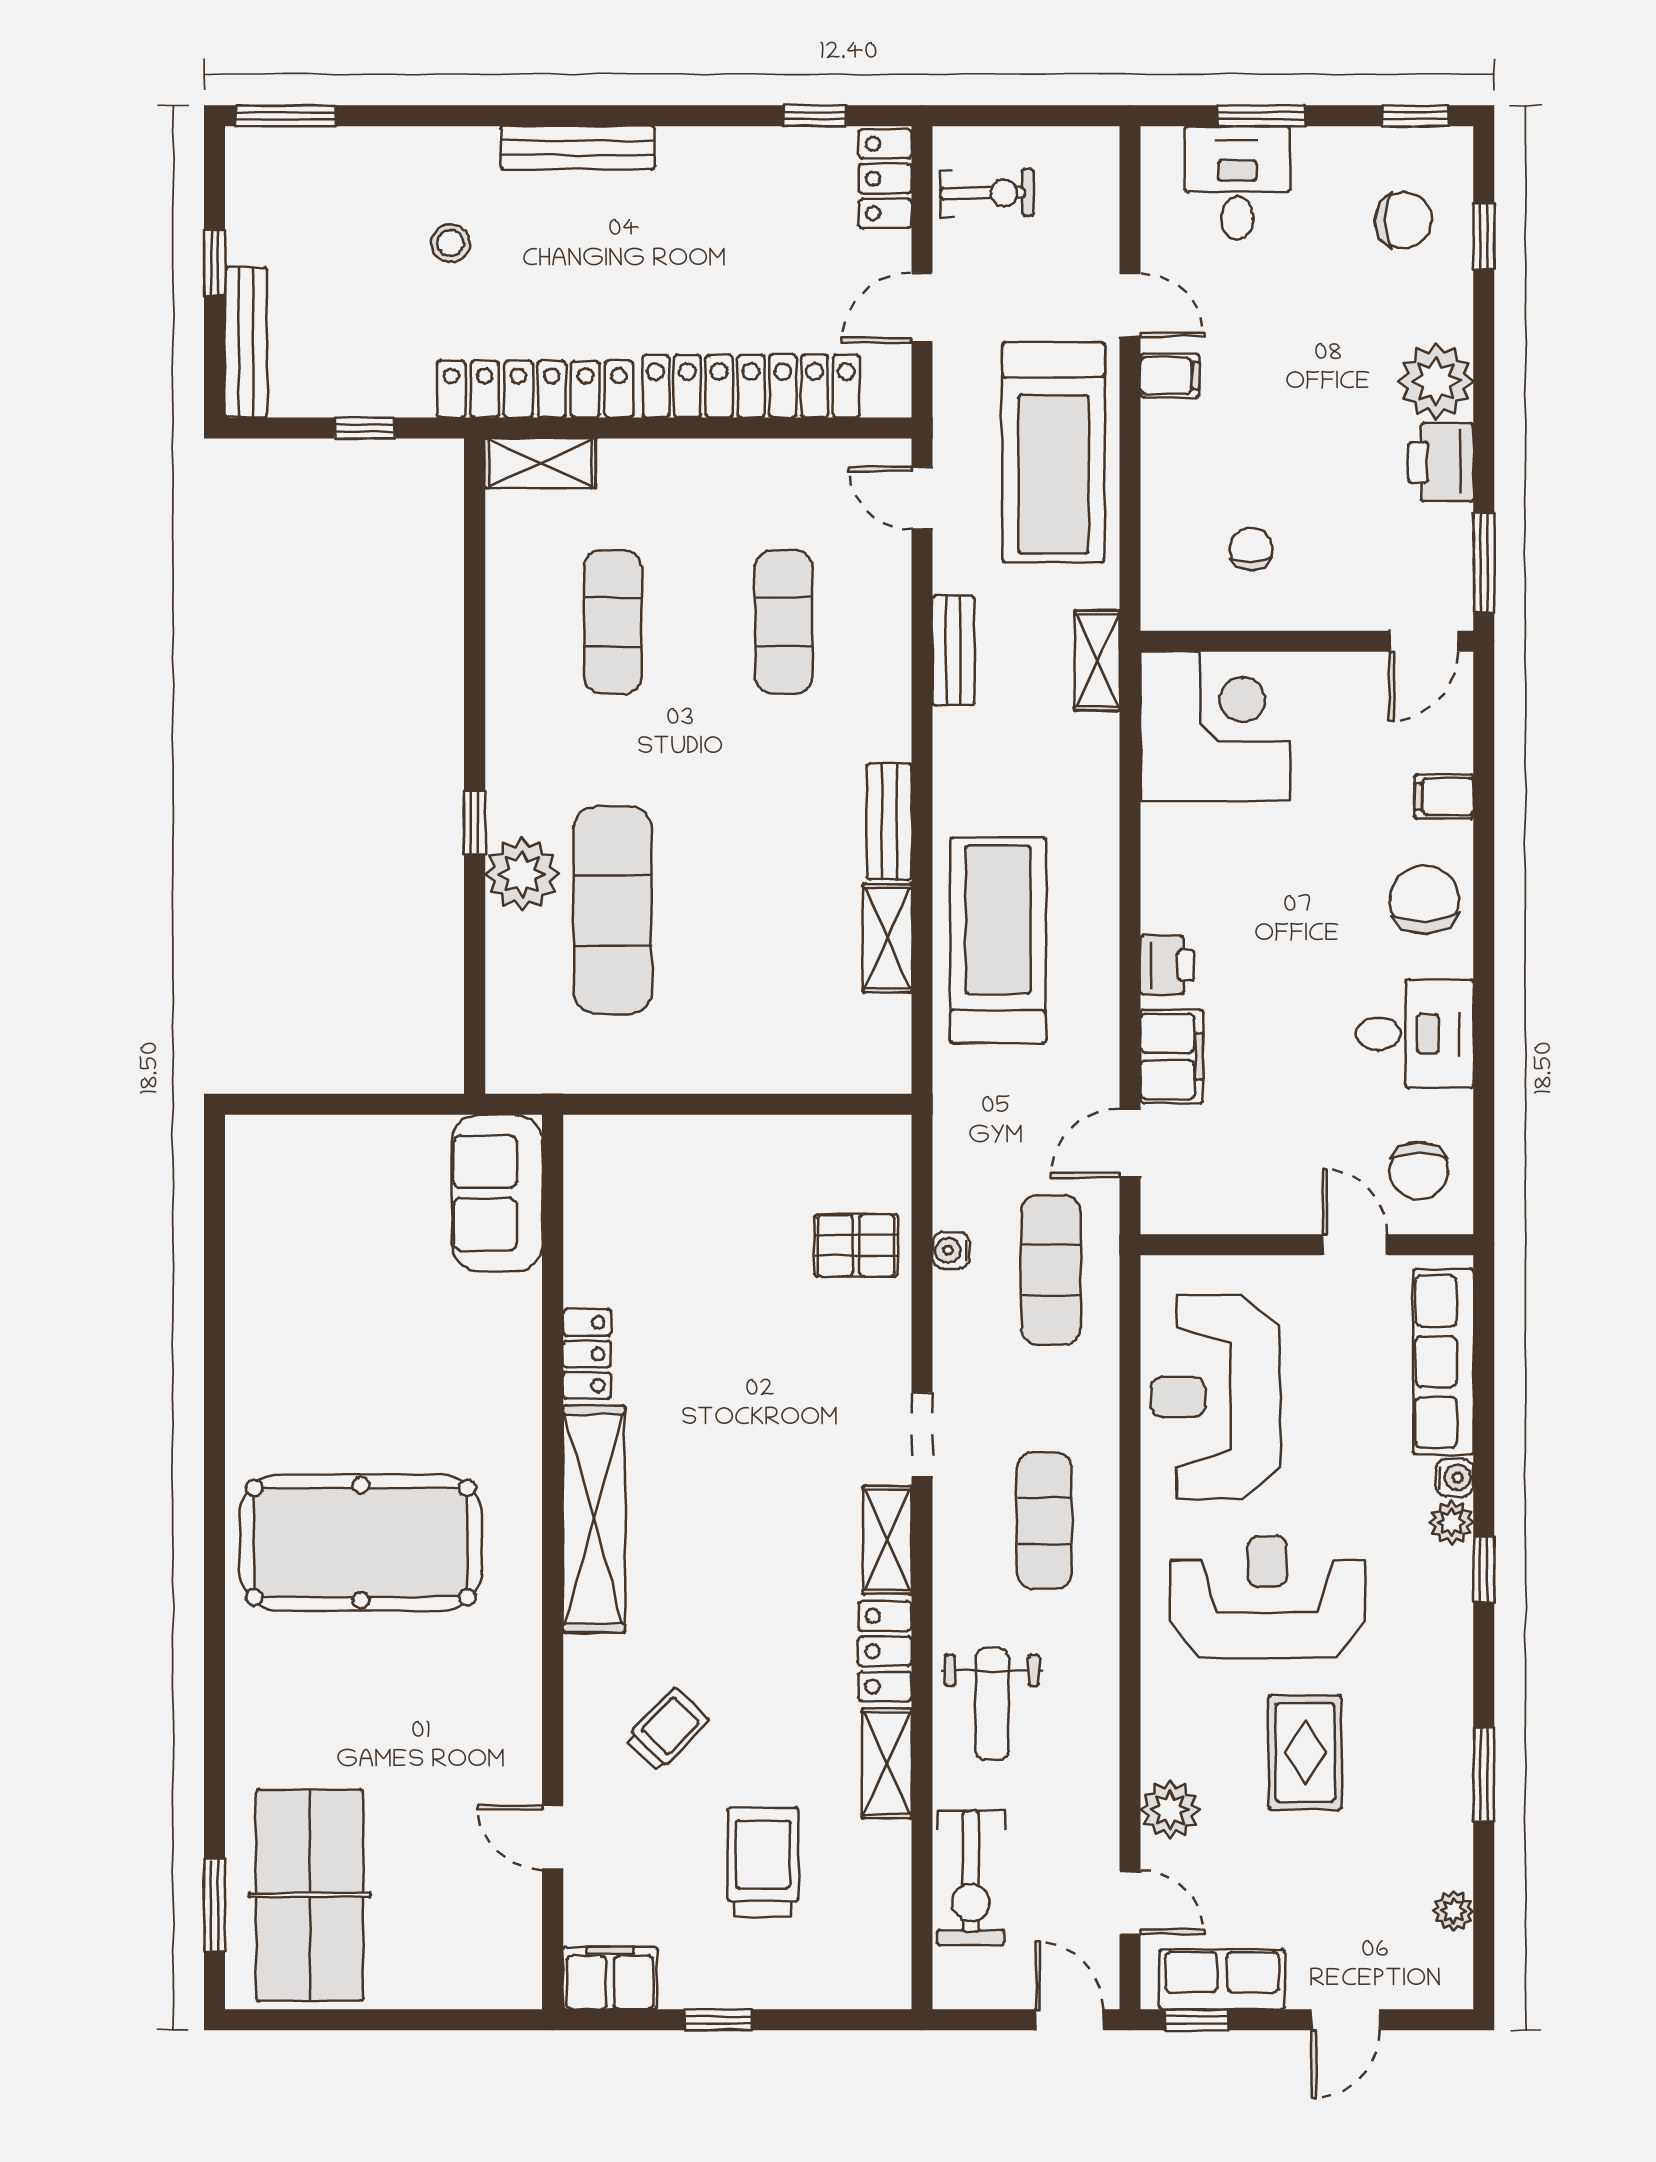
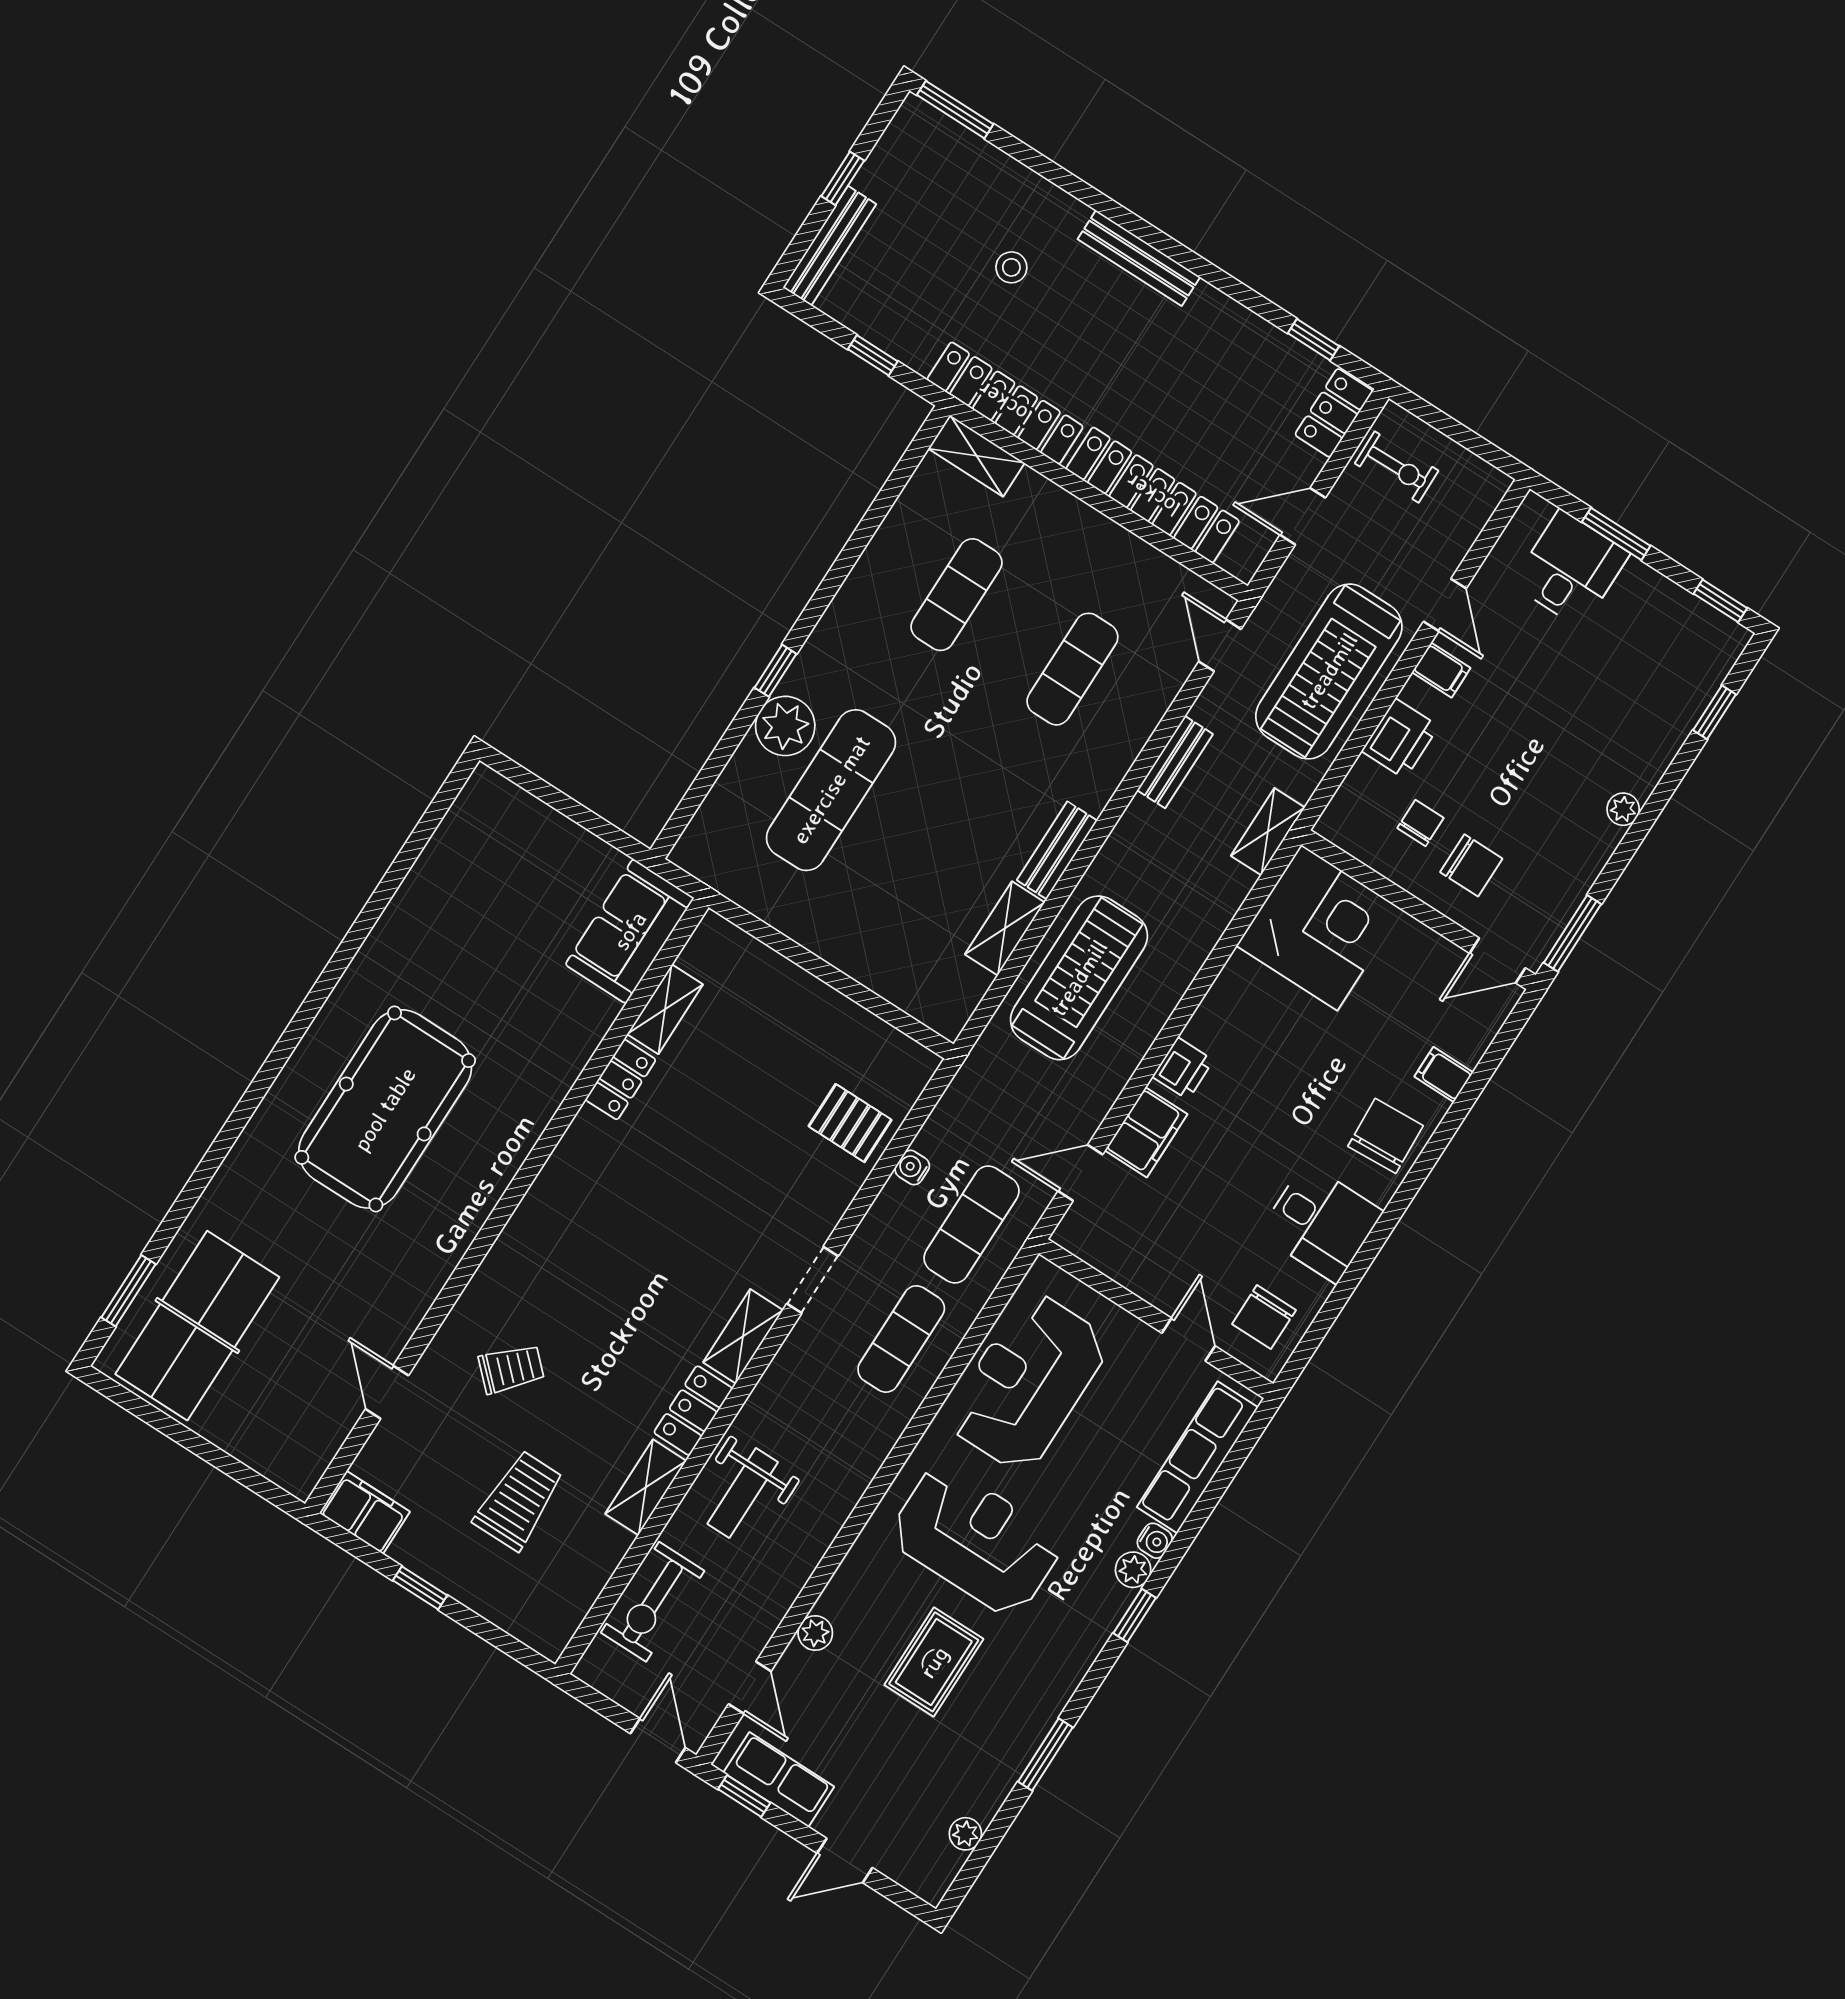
chair: (1403, 220) -> (1471, 865), moved
plant: (1436, 381) -> (1623, 809), width x0.53, depth x0.53
printer: (1441, 462) -> (1400, 739), moved, turned 180
shelving: (594, 1519) -> (665, 1009), moved, width x0.45, depth x0.75
exercise mat: (1044, 1521) -> (901, 1339), moved
pool table: (361, 1543) -> (385, 1109), turned 90
plant: (1170, 1810) -> (815, 1633), width x0.73, depth x0.73

